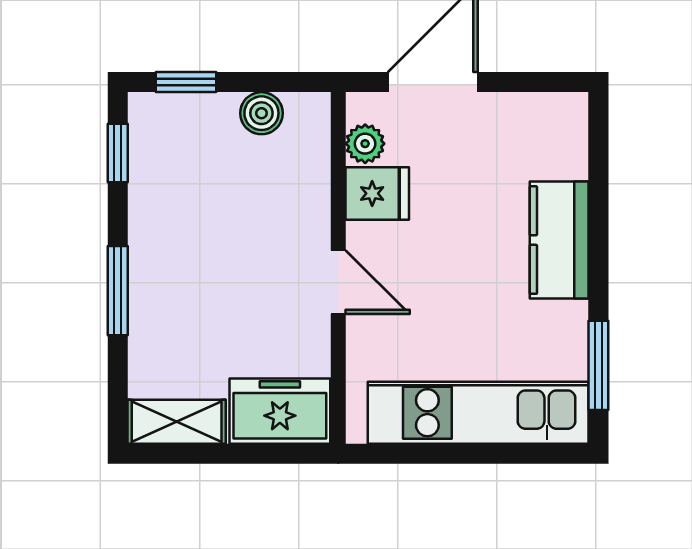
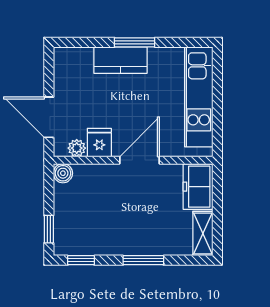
boiler: (261, 113) -> (63, 173), moved
door: (338, 282) -> (140, 160), width x1.38
window: (598, 365) -> (135, 42), moved

